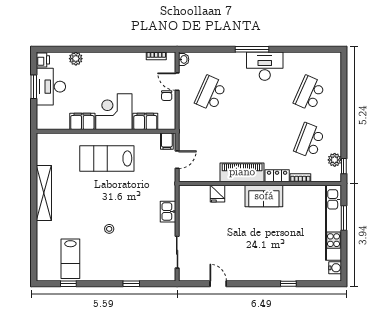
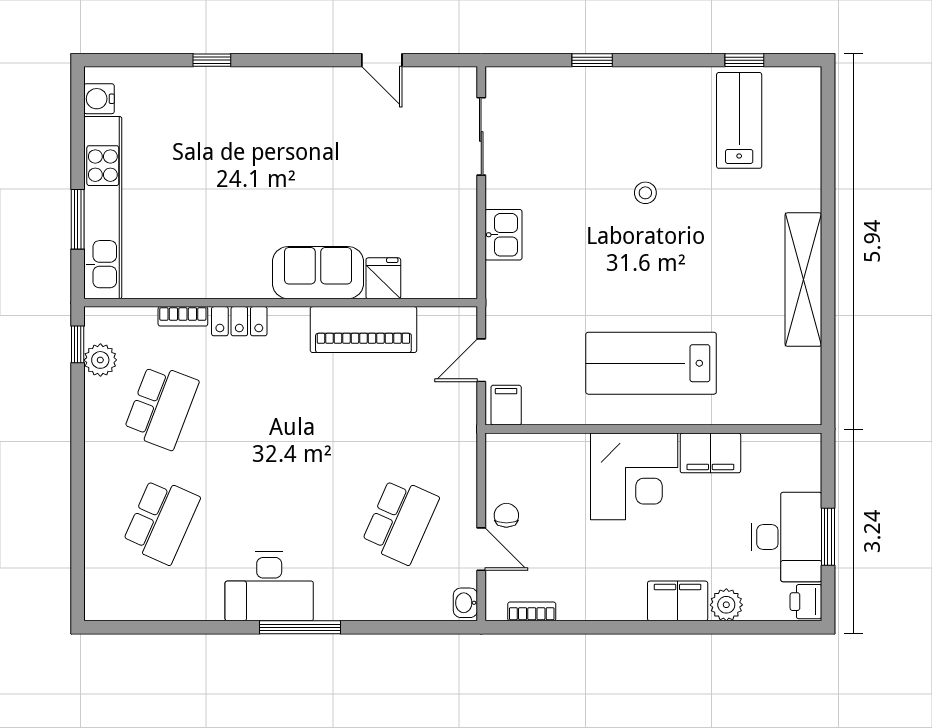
filing cabinet: (145, 121) -> (678, 601), moved, turned 180
lab bench: (107, 158) -> (651, 363), turned 180
piano: (242, 172) -> (363, 330), moved
sofa: (264, 196) -> (318, 273), moved

